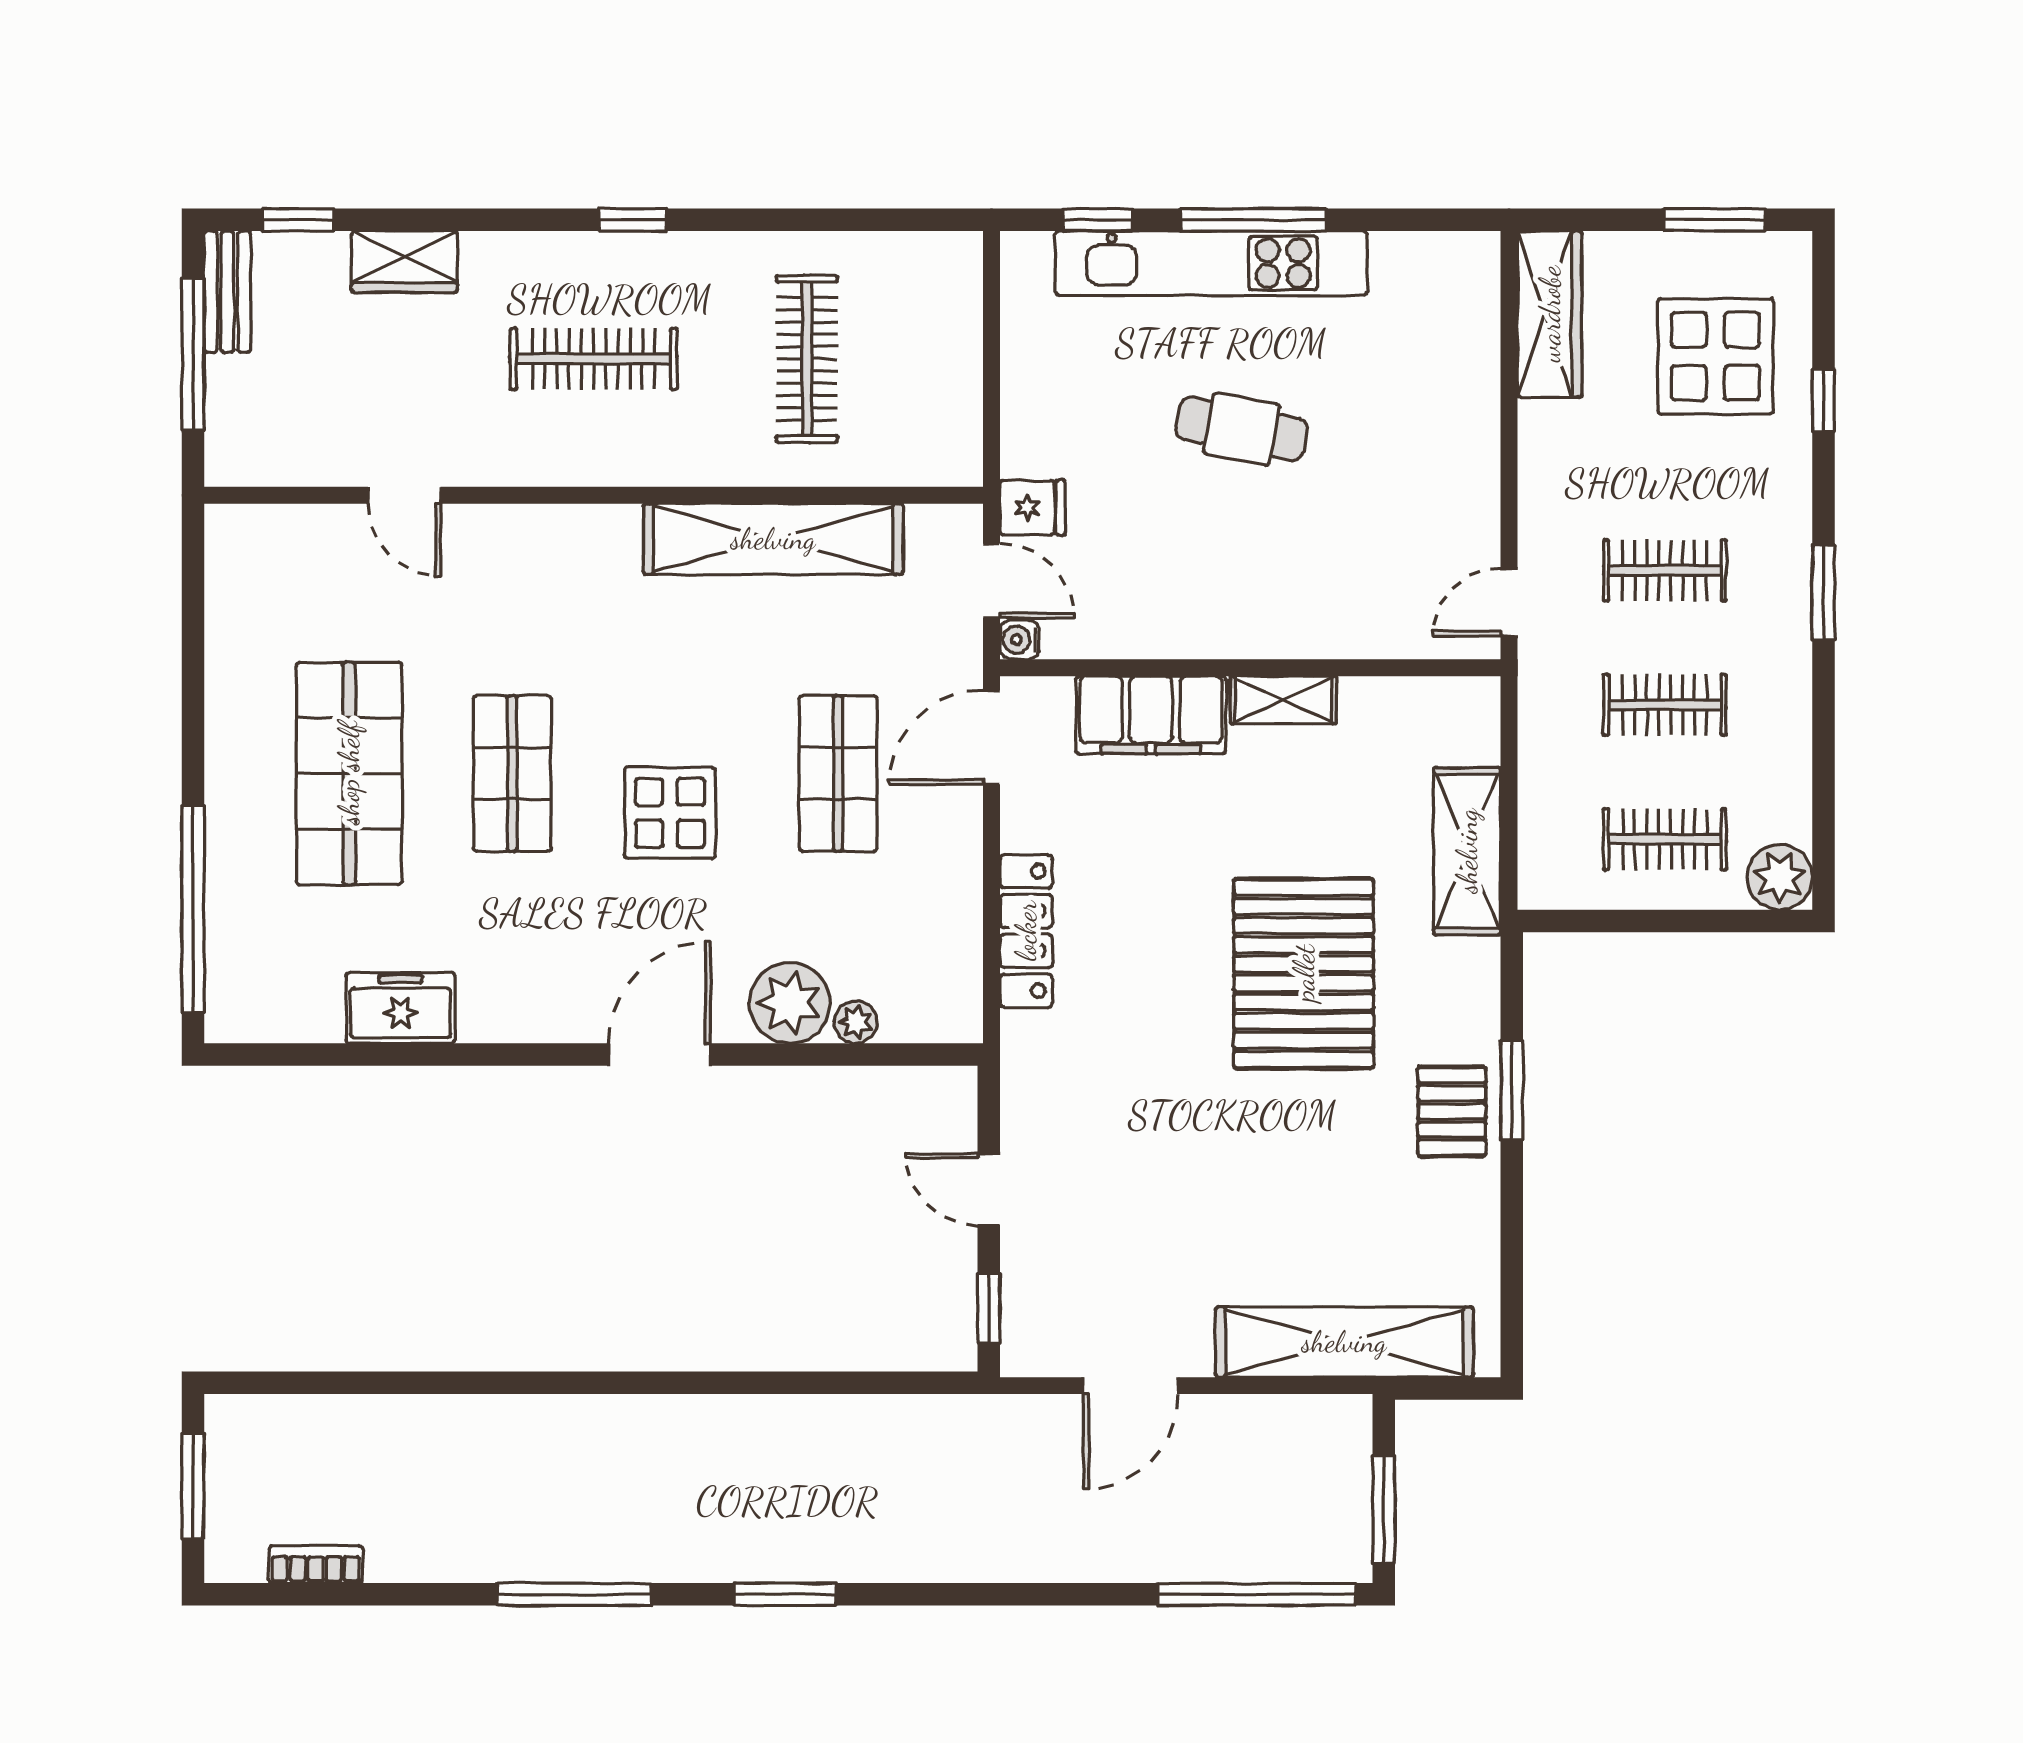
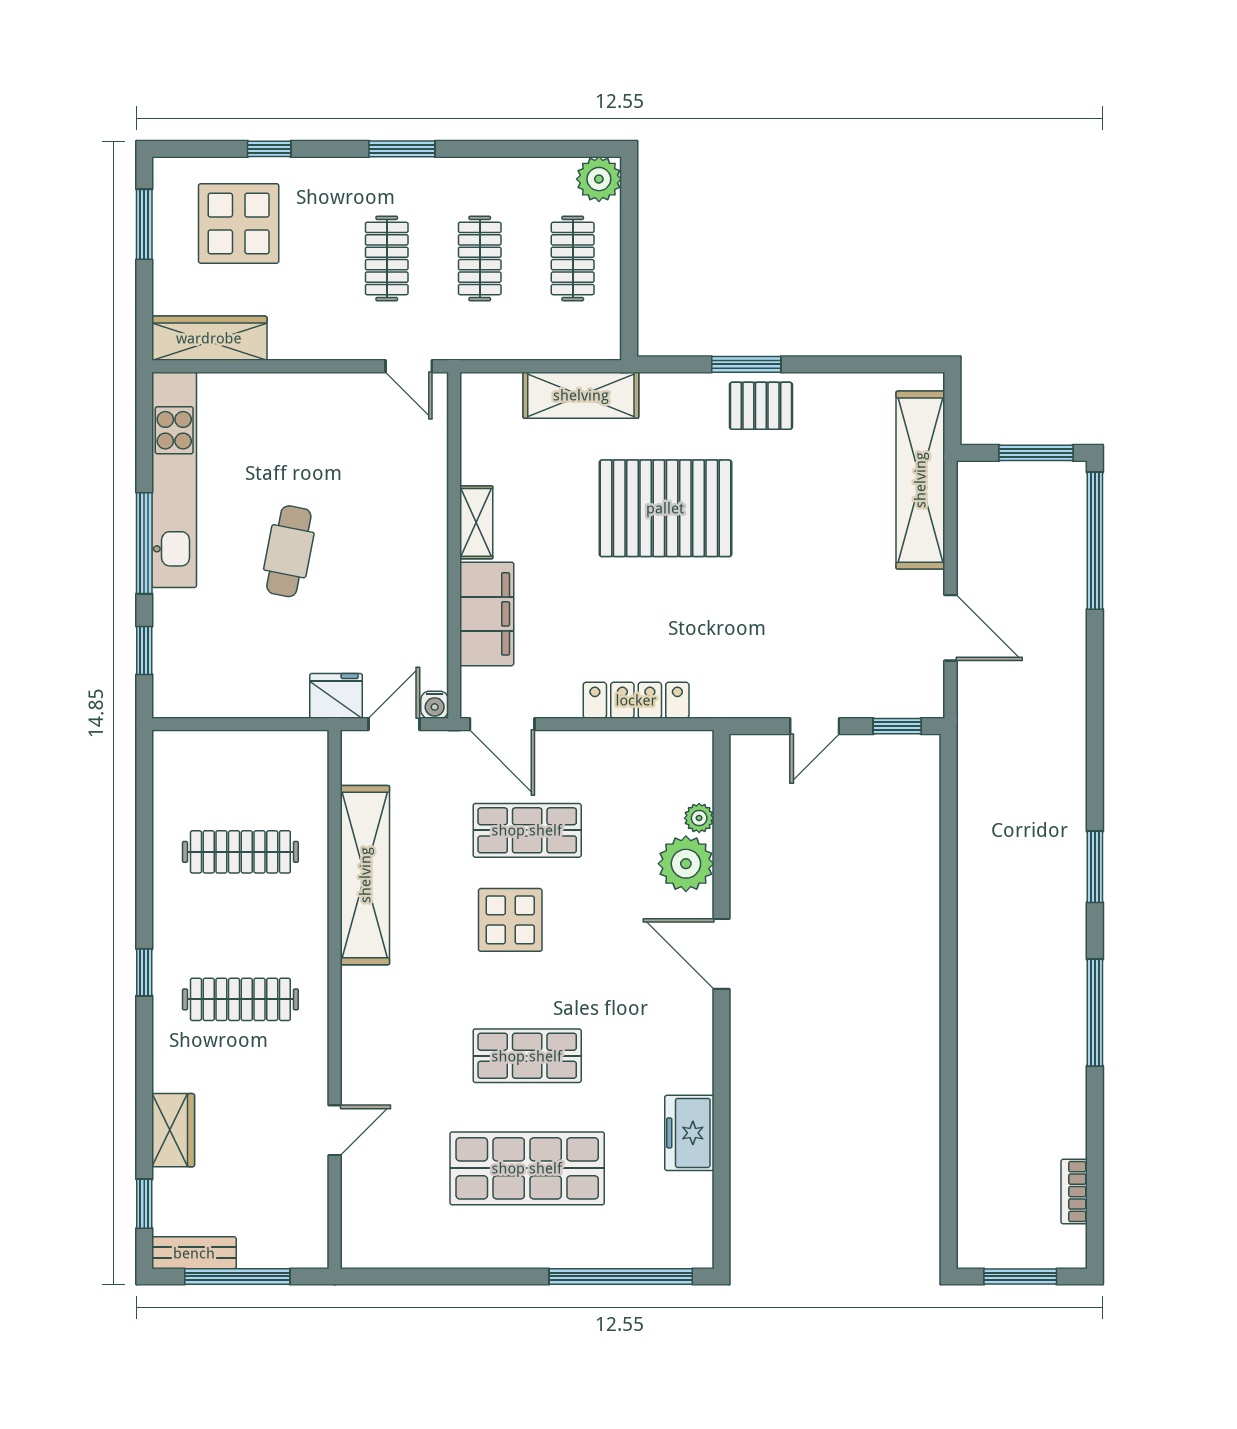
kitchen unit: (1211, 263) -> (174, 480), moved
clothes rail: (594, 359) -> (240, 999), turned 90
fridge: (1032, 508) -> (336, 696), width x1.38
display table: (670, 813) -> (510, 920), moved

